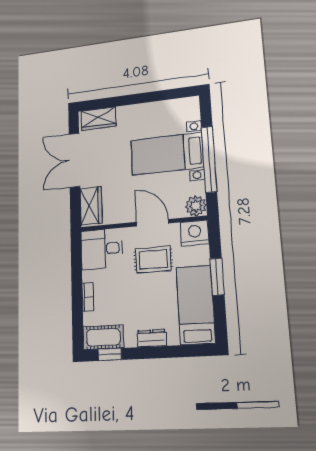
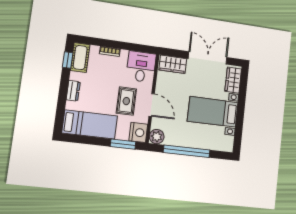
bed with nightstands: (167, 154) -> (213, 112), moved, turned -90
door: (152, 223) -> (152, 105), hinge flipped
window: (217, 277) -> (123, 144), moved

